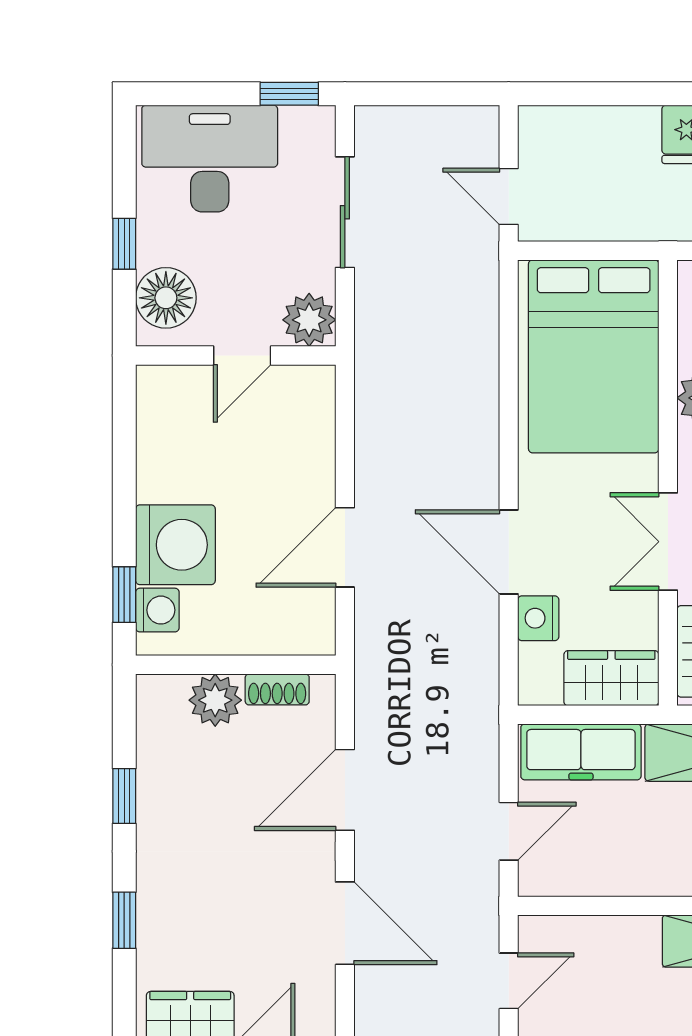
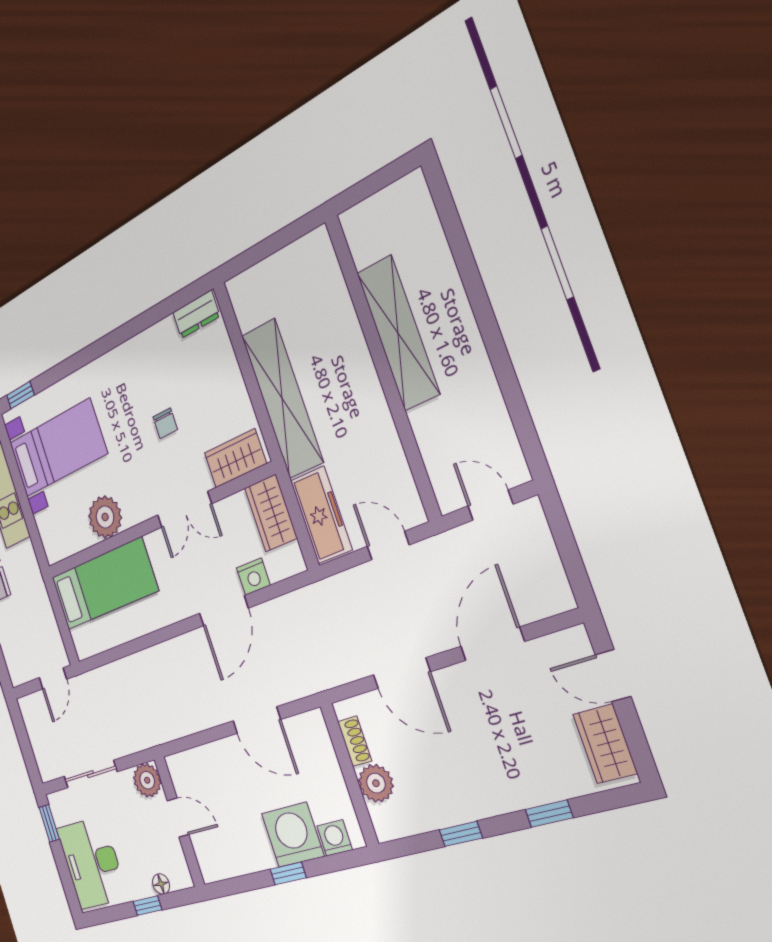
floor lamp: (166, 298) -> (161, 884), width x0.53, depth x0.53
bed: (594, 356) -> (104, 584), width x0.67
window: (124, 595) -> (288, 873), moved

